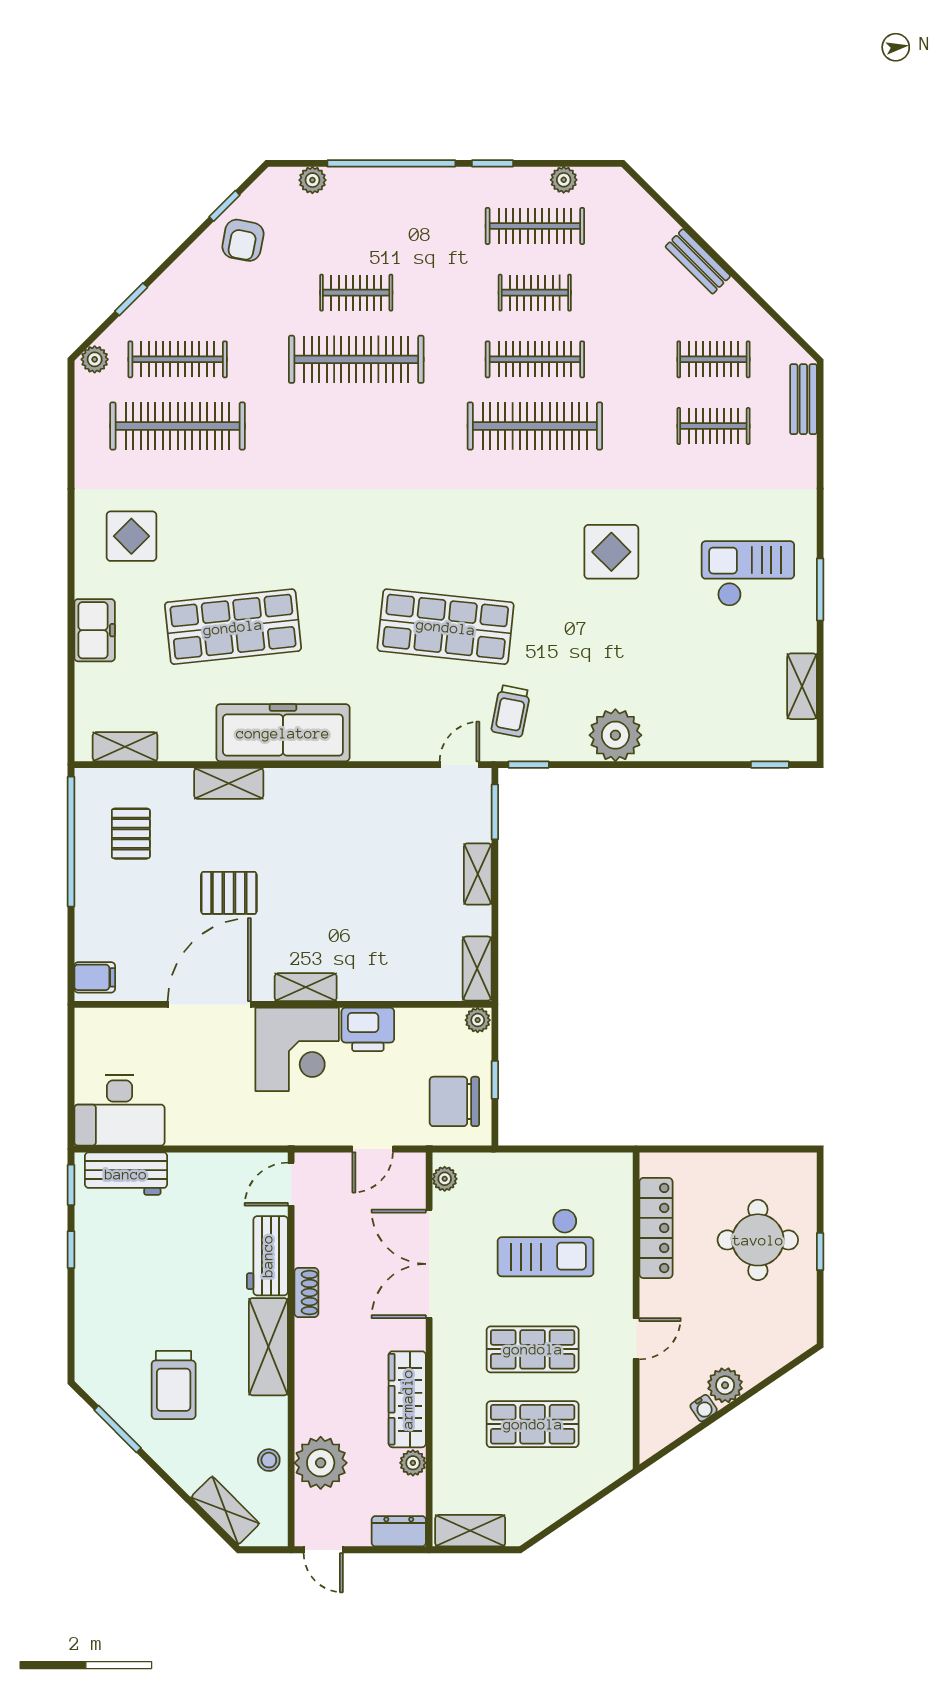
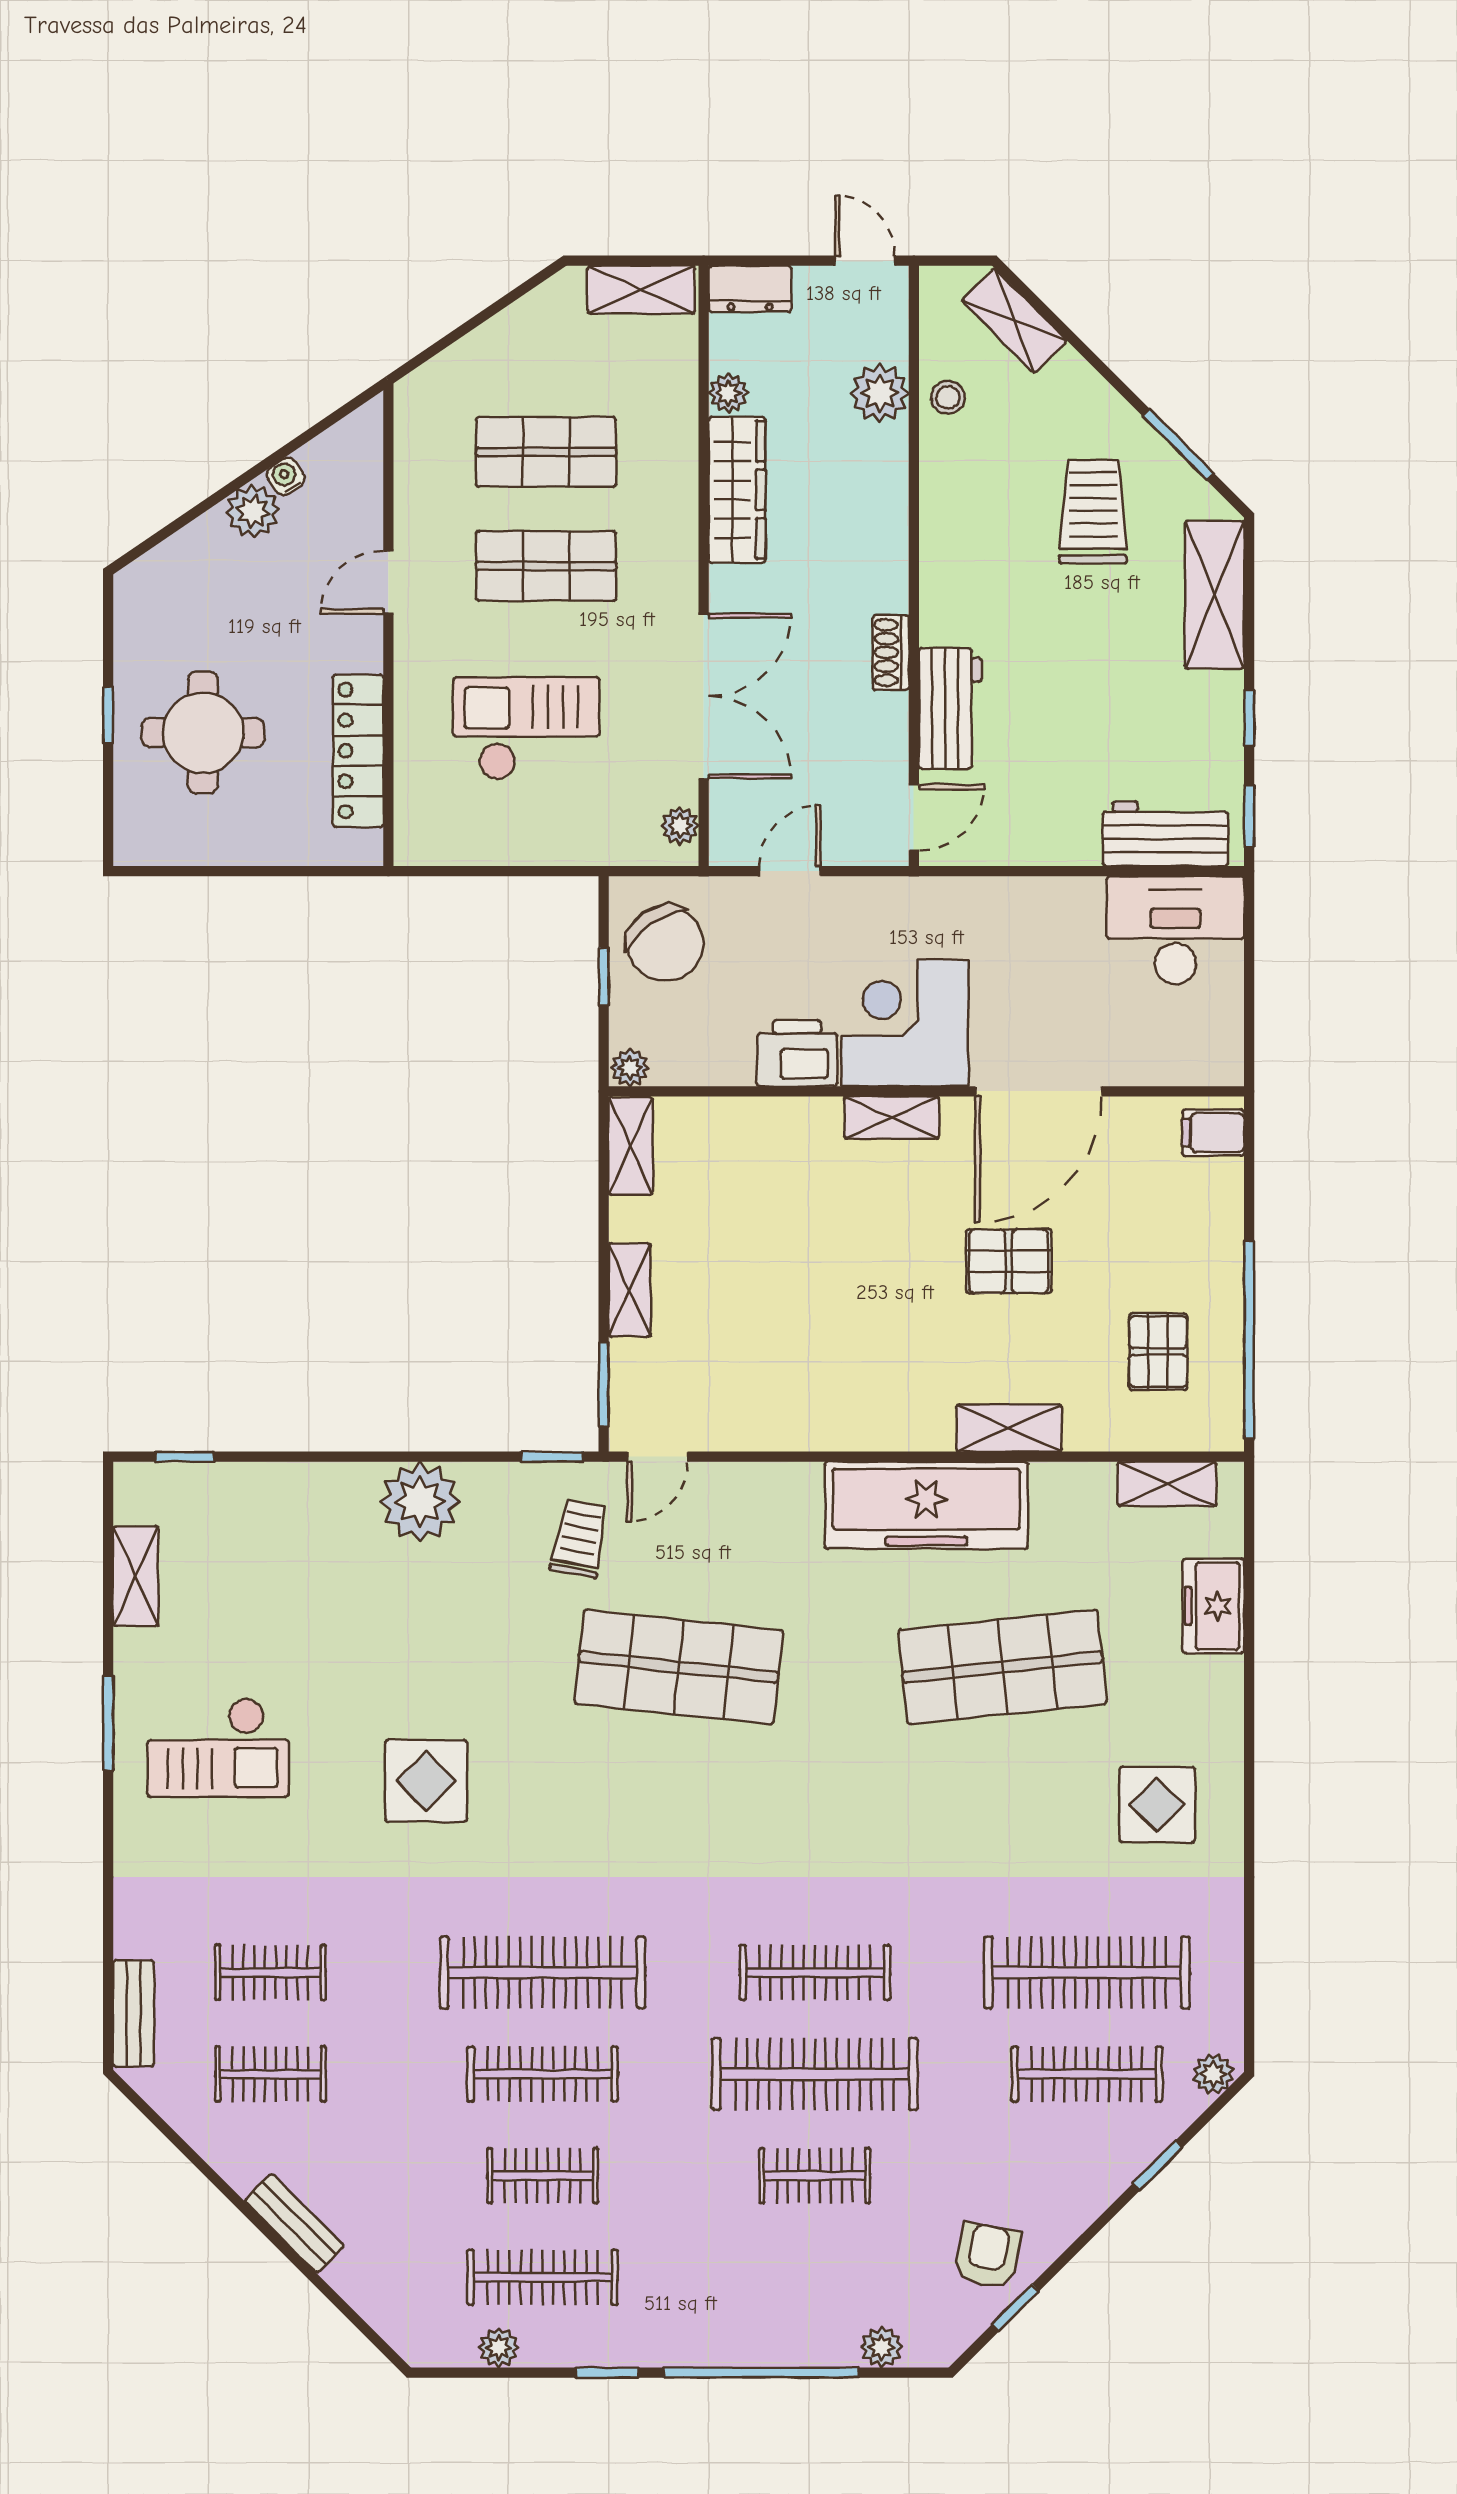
clothes rail: (356, 426) -> (815, 1972), added
freezer: (95, 630) -> (1213, 1606), moved
chair: (454, 1101) -> (665, 943), turned 55
shelving: (268, 1347) -> (1215, 595), moved
plant: (321, 1463) -> (880, 393), width x0.73, depth x0.73

